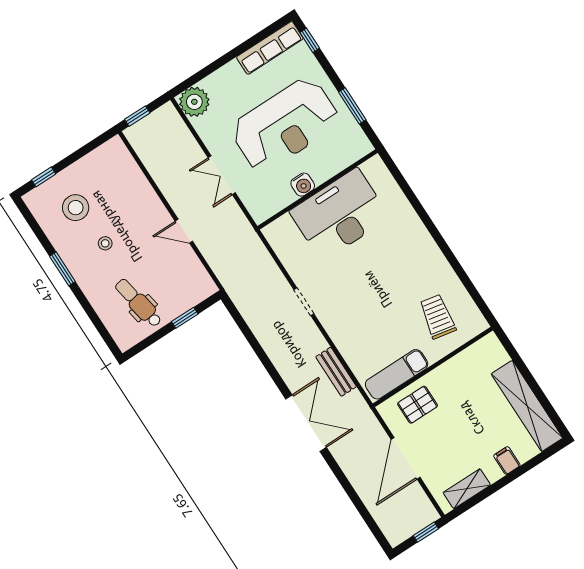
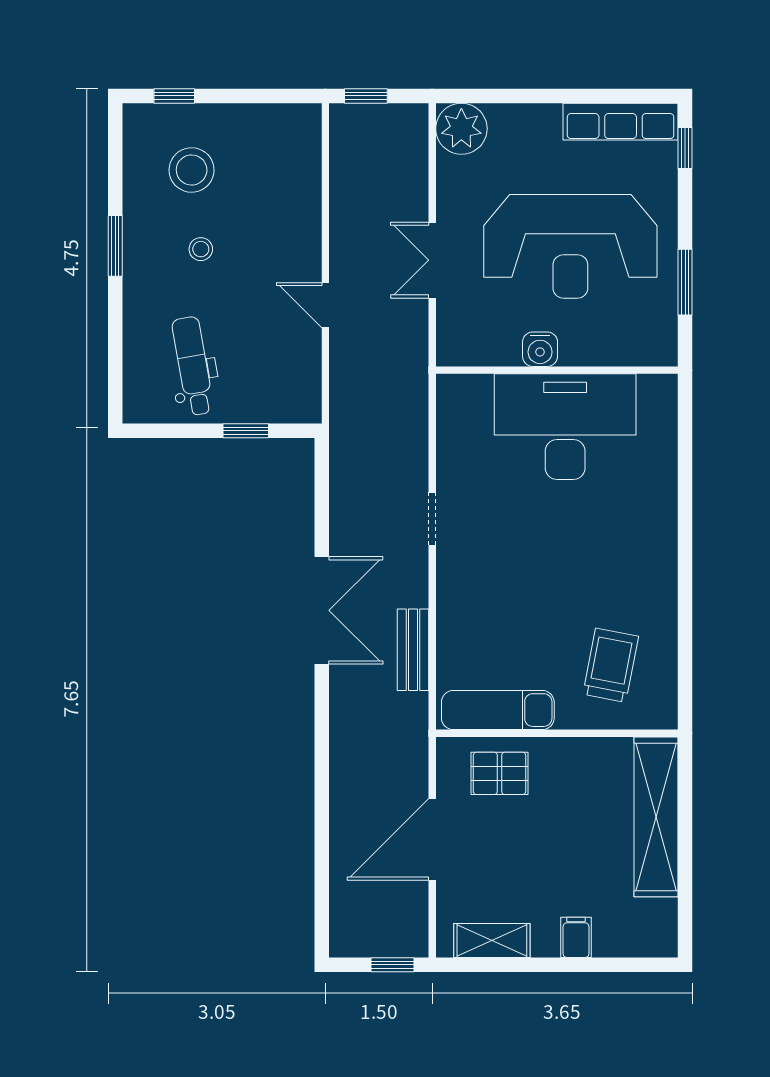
shelving: (527, 406) -> (656, 817), moved
double door: (306, 423) -> (322, 610), moved

